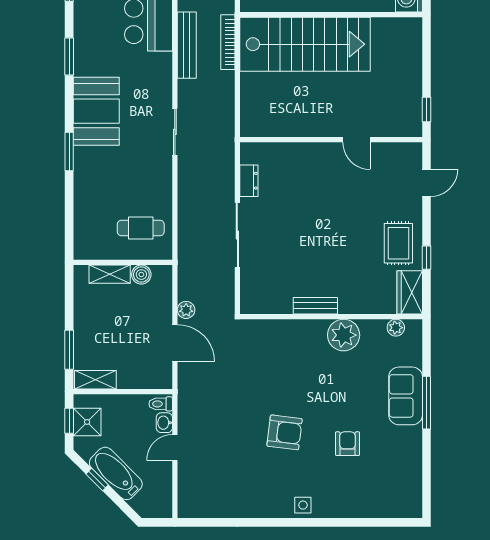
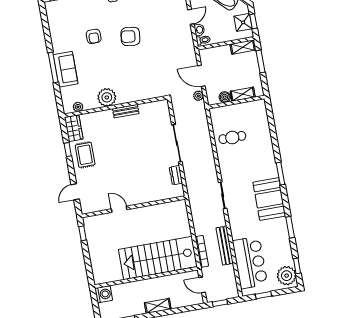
wall: (123, 262) -> (236, 102), moved
shelving: (110, 274) -> (243, 94), moved
boiler: (141, 275) -> (225, 97), moved

